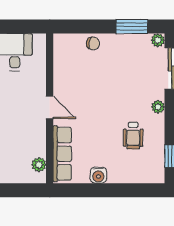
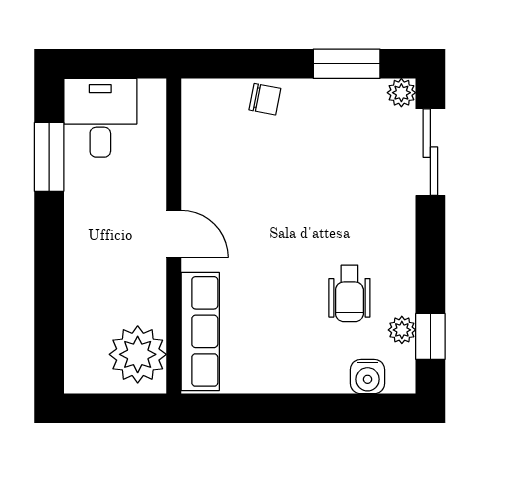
plant: (158, 107) -> (402, 330), moved
plant: (39, 165) -> (138, 354), width x1.88, depth x1.88
water cooler: (98, 175) -> (367, 377), moved

